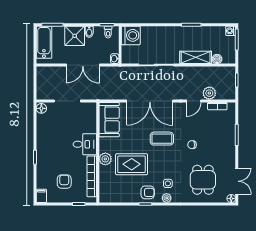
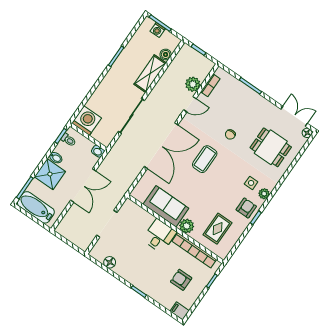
washing machine: (231, 31) -> (158, 30), moved
door: (194, 101) -> (190, 104), hinge flipped
floor lamp: (41, 108) -> (110, 262), moved
sofa: (109, 120) -> (166, 206), moved
rug: (132, 164) -> (218, 229), moved, width x0.73, depth x0.70

